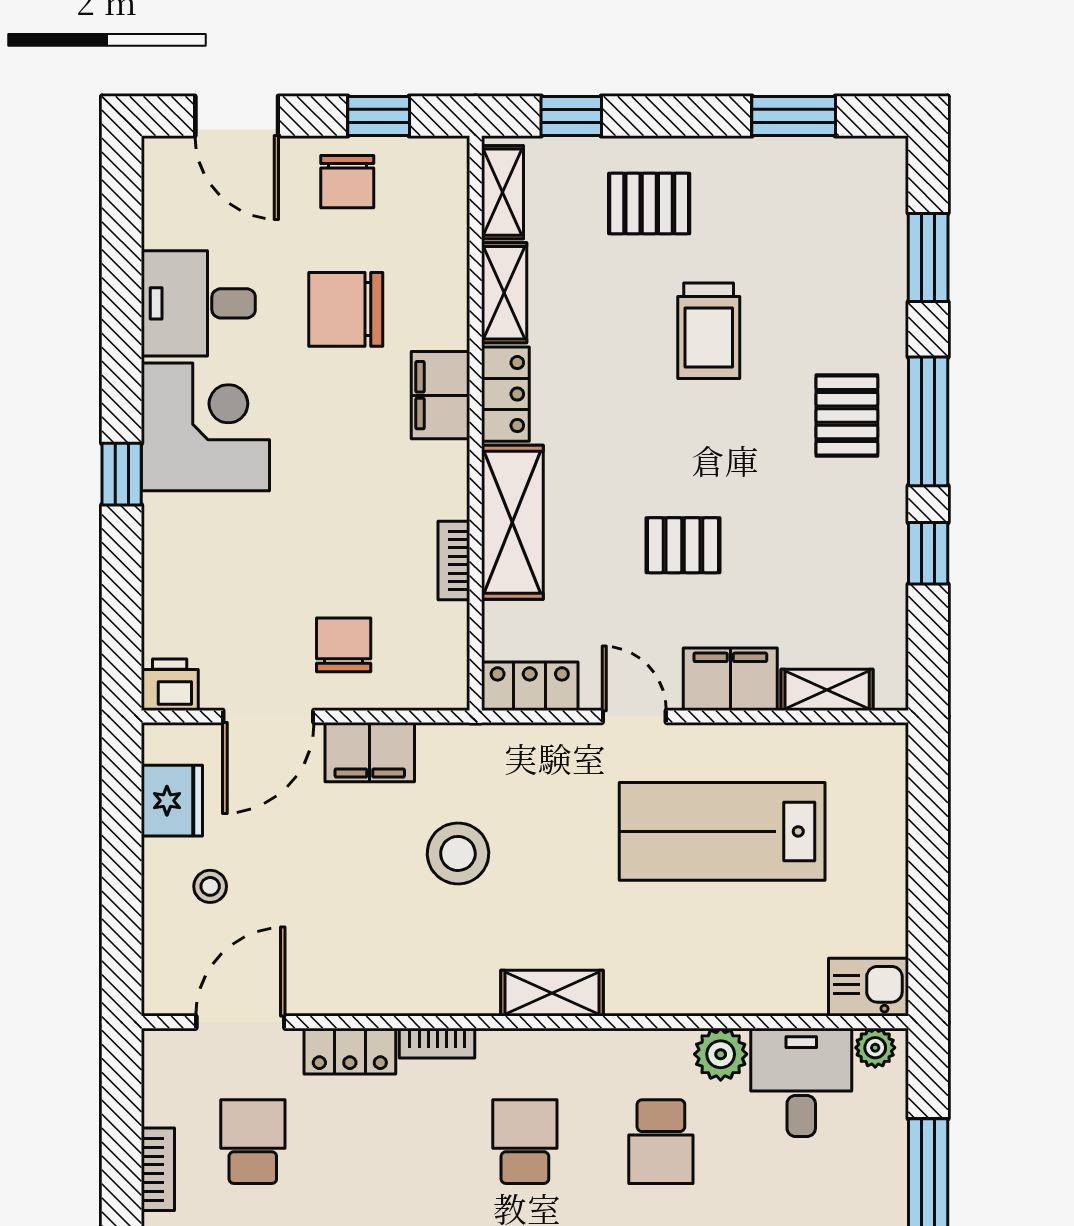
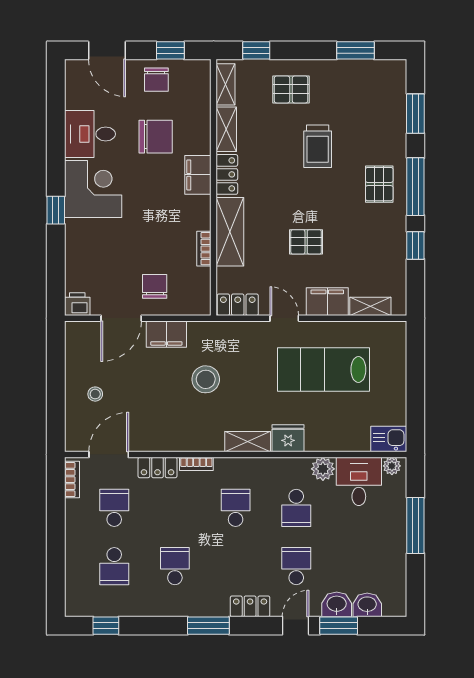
chair: (346, 309) -> (156, 137), turned 180
fridge: (172, 801) -> (288, 438), moved, turned -90
bookcase: (158, 1169) -> (72, 480), moved

